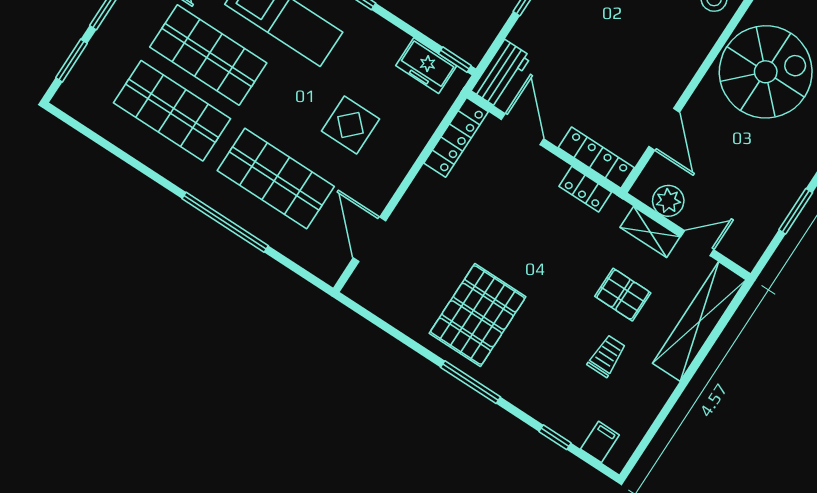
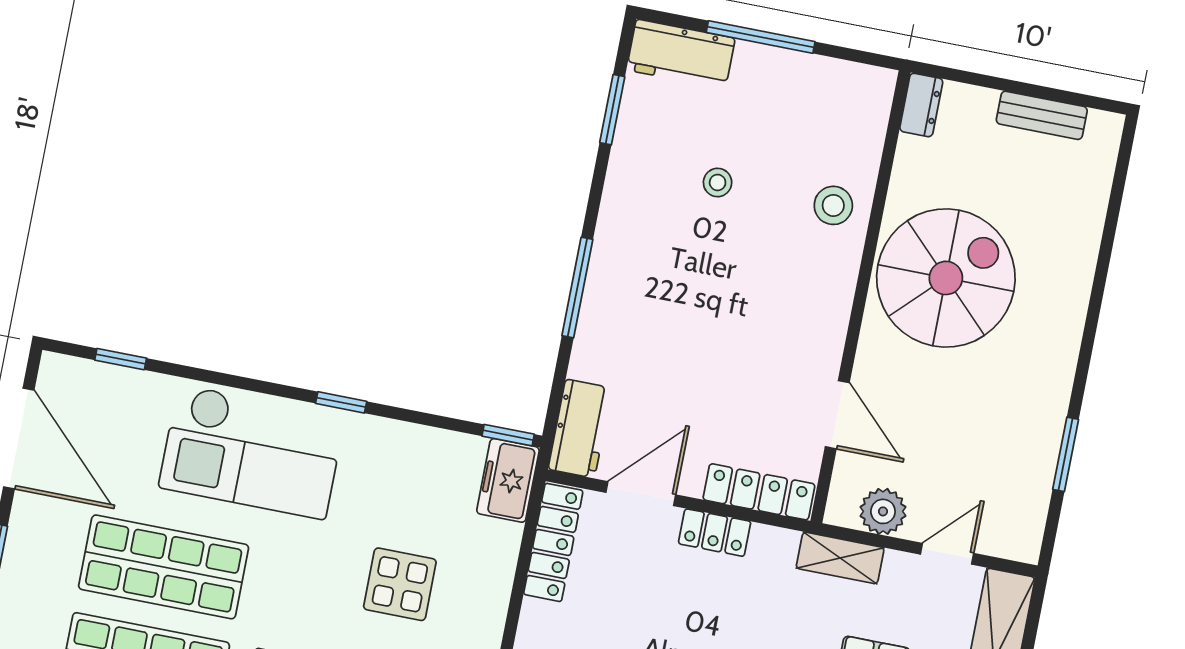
freezer: (426, 66) -> (508, 480), moved, turned 90
door: (523, 129) -> (641, 494), hinge flipped
locker: (585, 189) -> (715, 533), moved
shelving: (650, 232) -> (840, 558), moved

